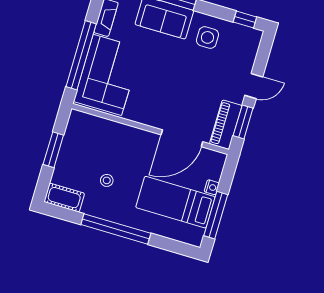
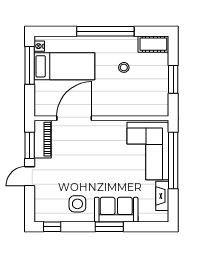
nightstand: (212, 187) -> (39, 46), moved

